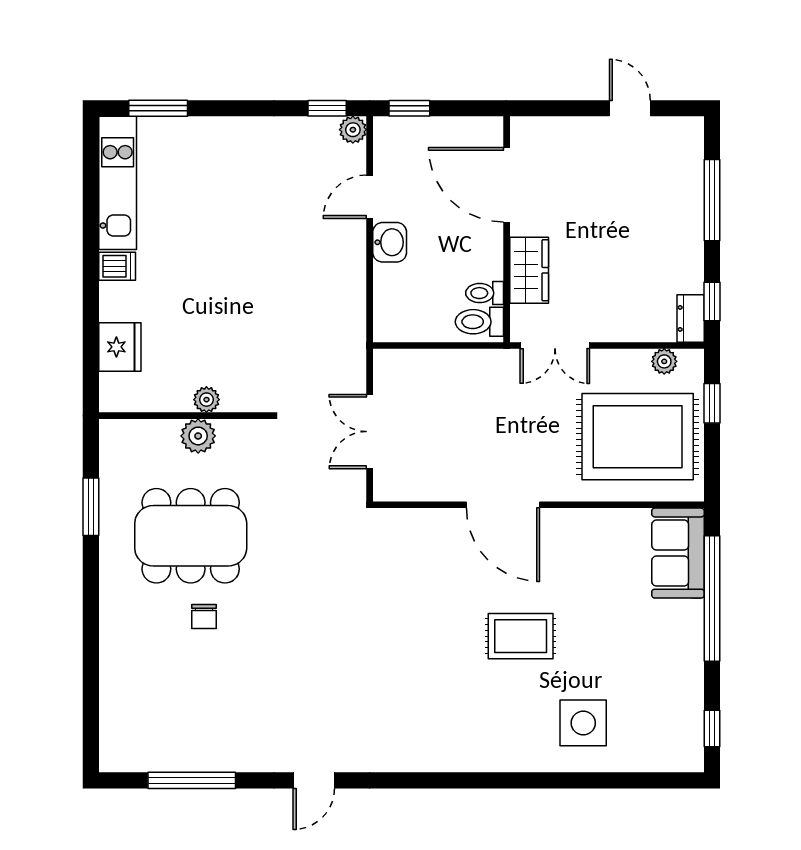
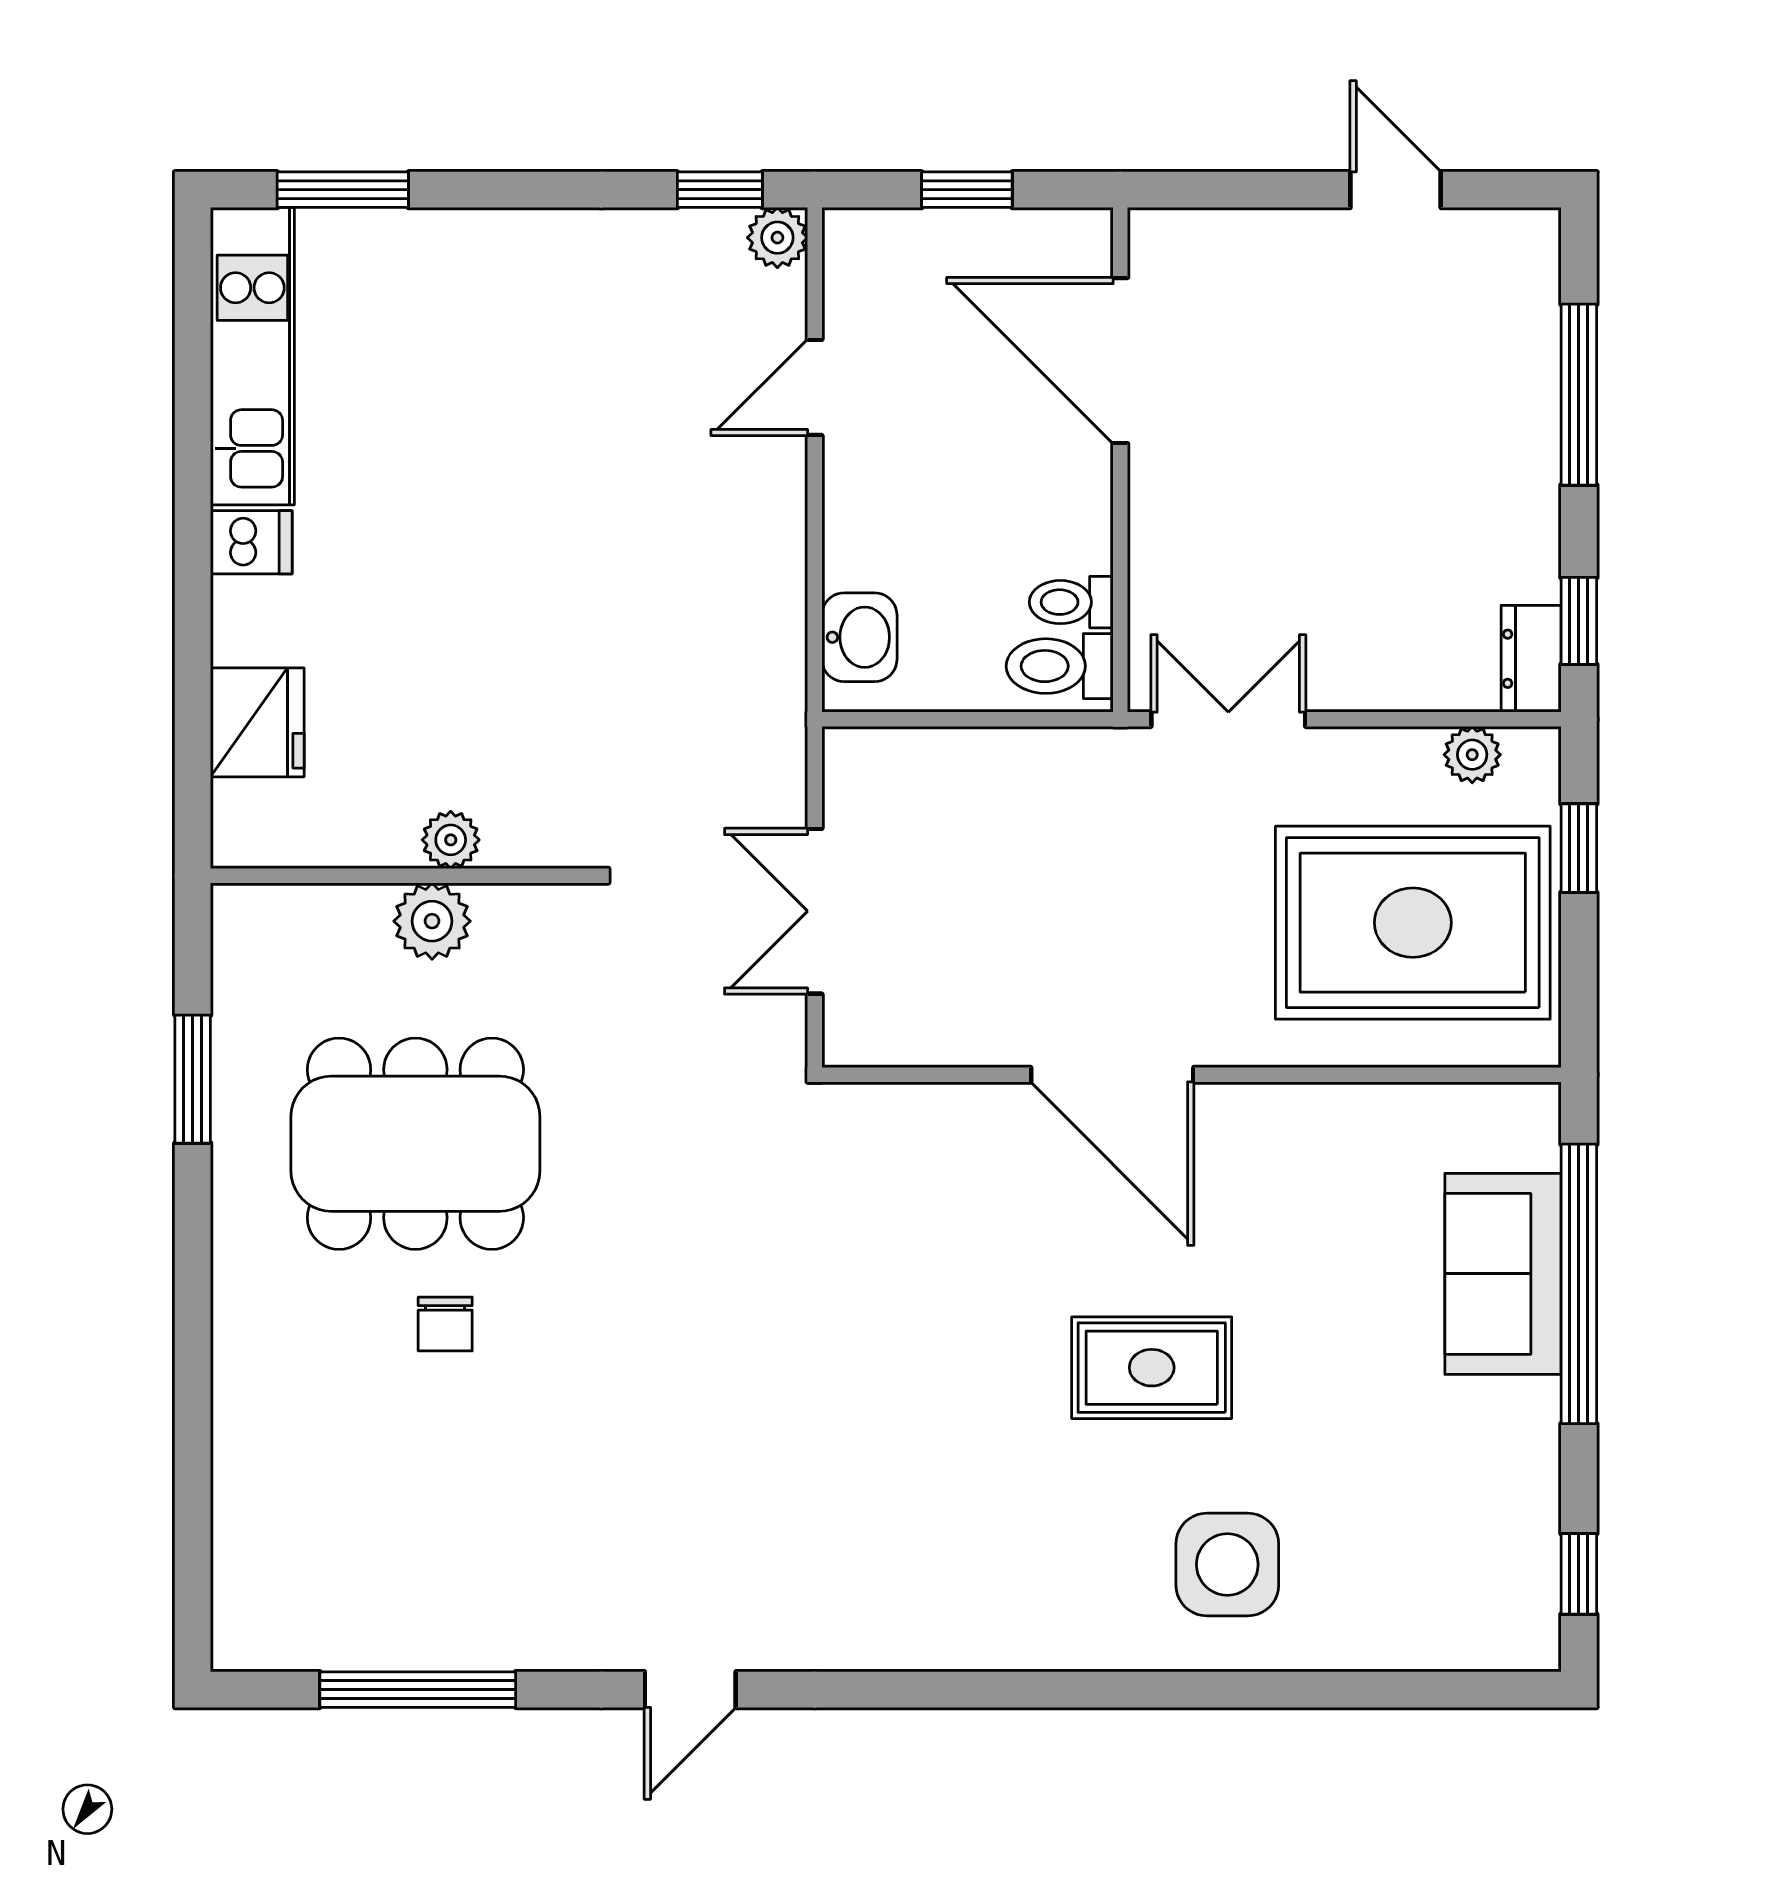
window: (409, 108) -> (967, 190), moved
washbasin: (390, 242) -> (859, 637), moved
wardrobe: (529, 270) -> (1170, 551), removed
double door: (555, 346) -> (1228, 719), swing flipped
sofa: (678, 553) -> (1503, 1274), moved
side table: (583, 723) -> (1227, 1564), moved

